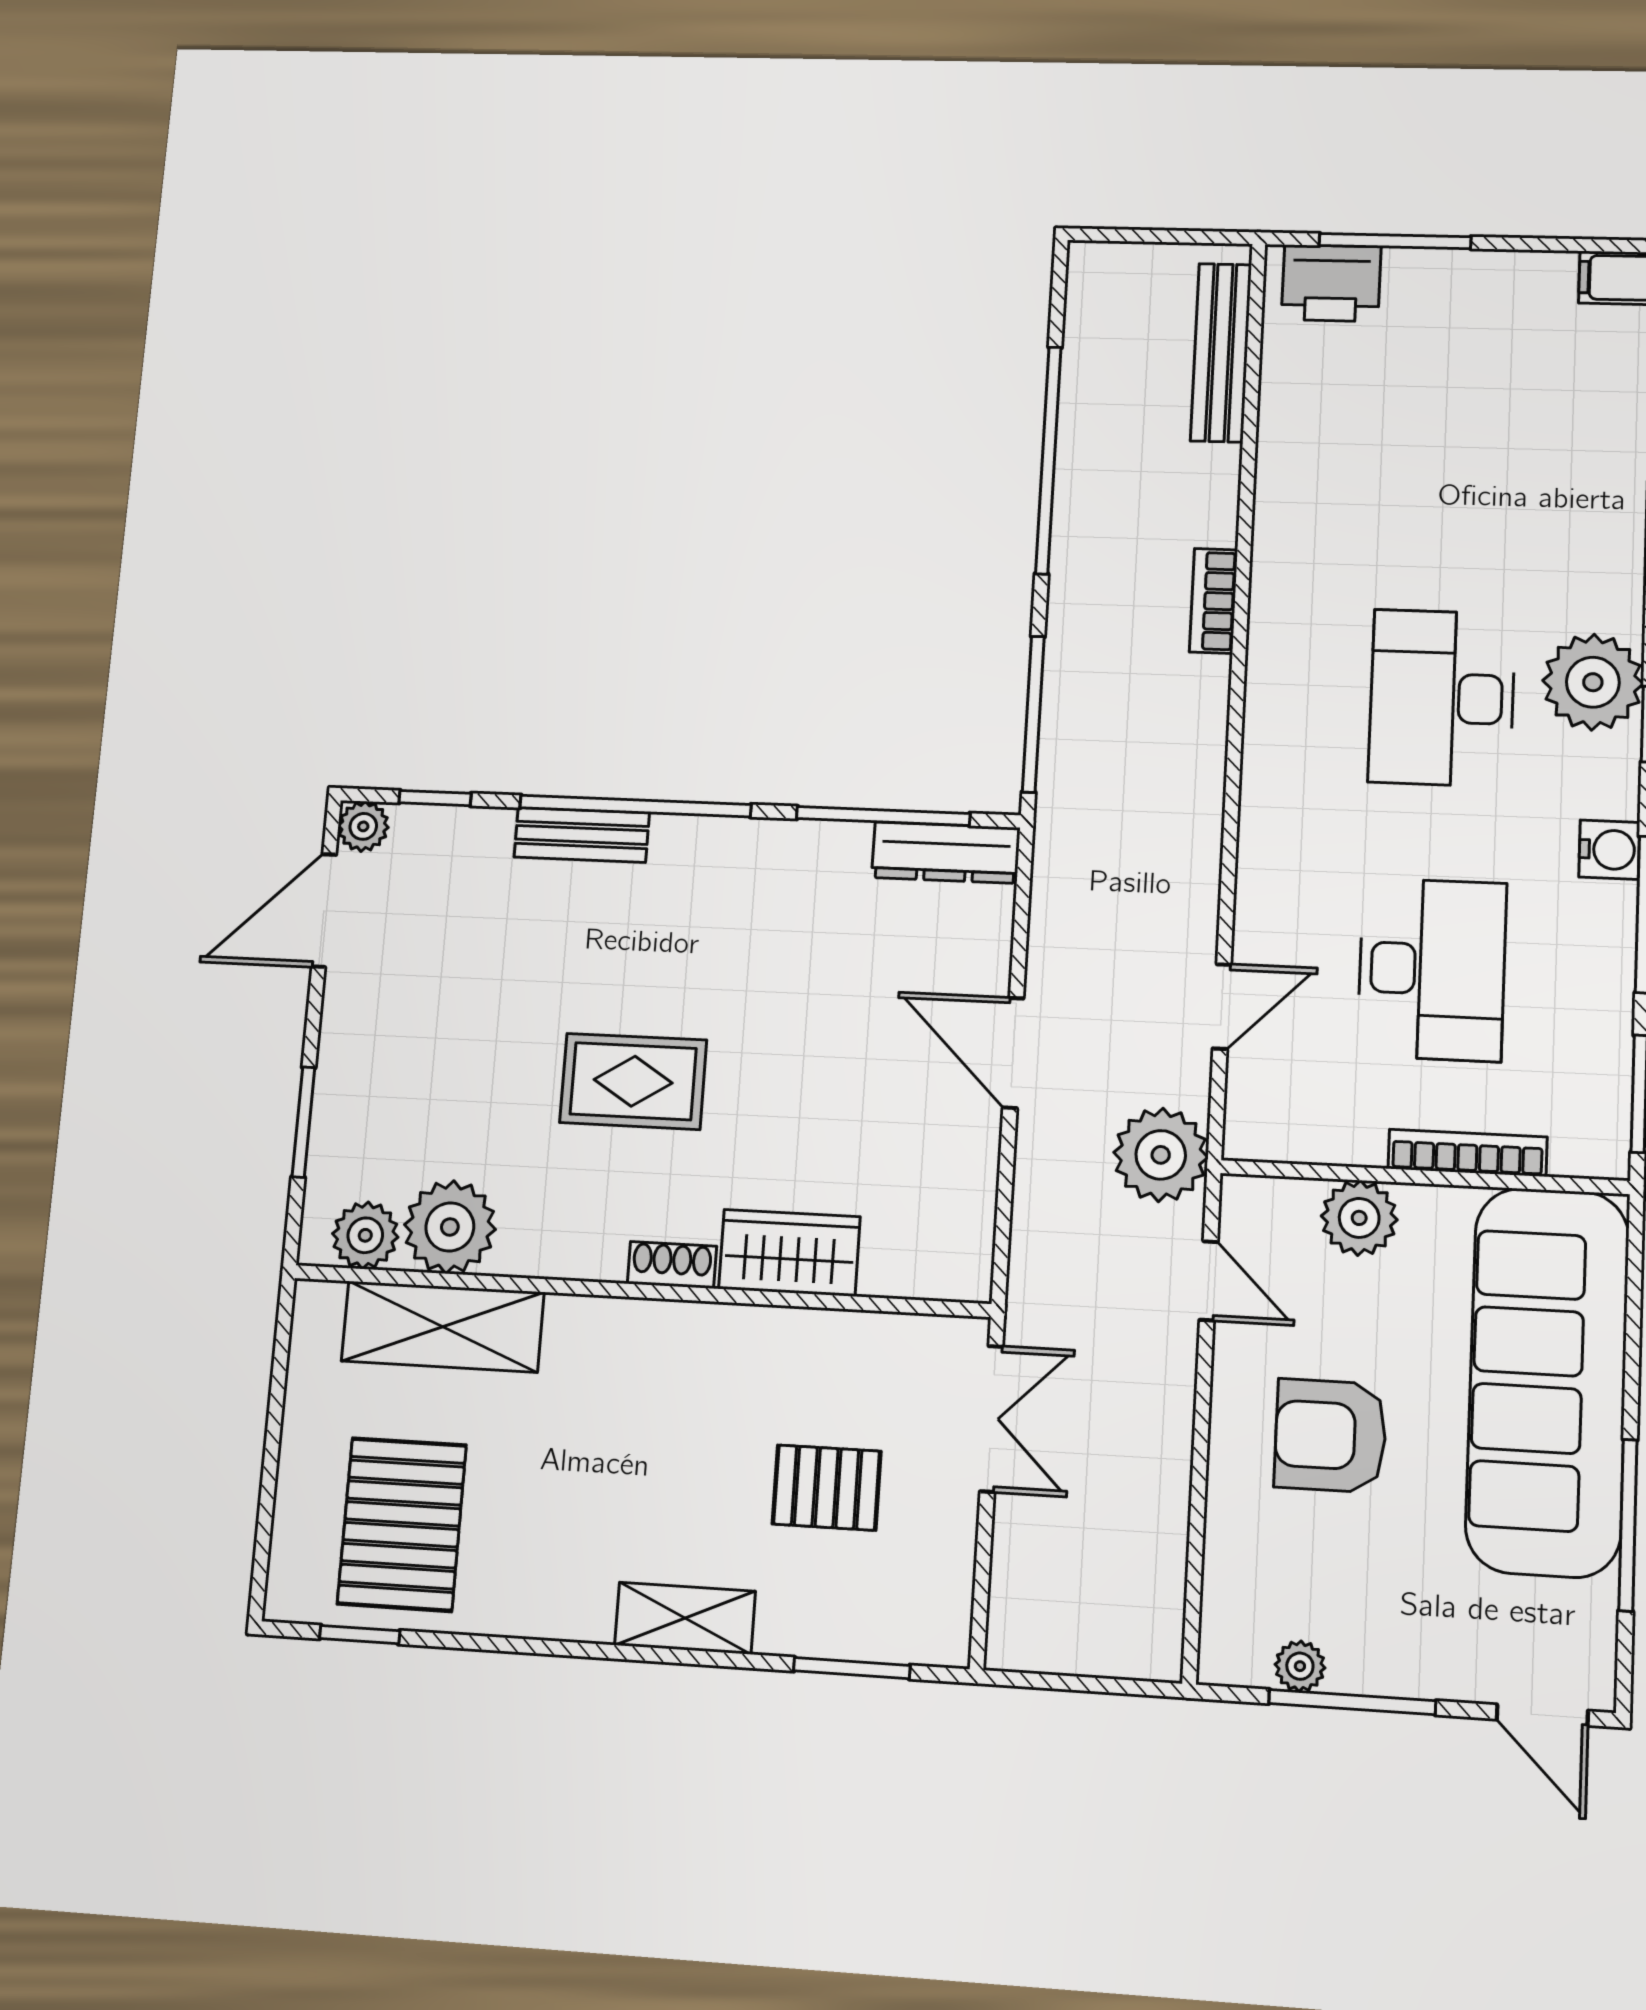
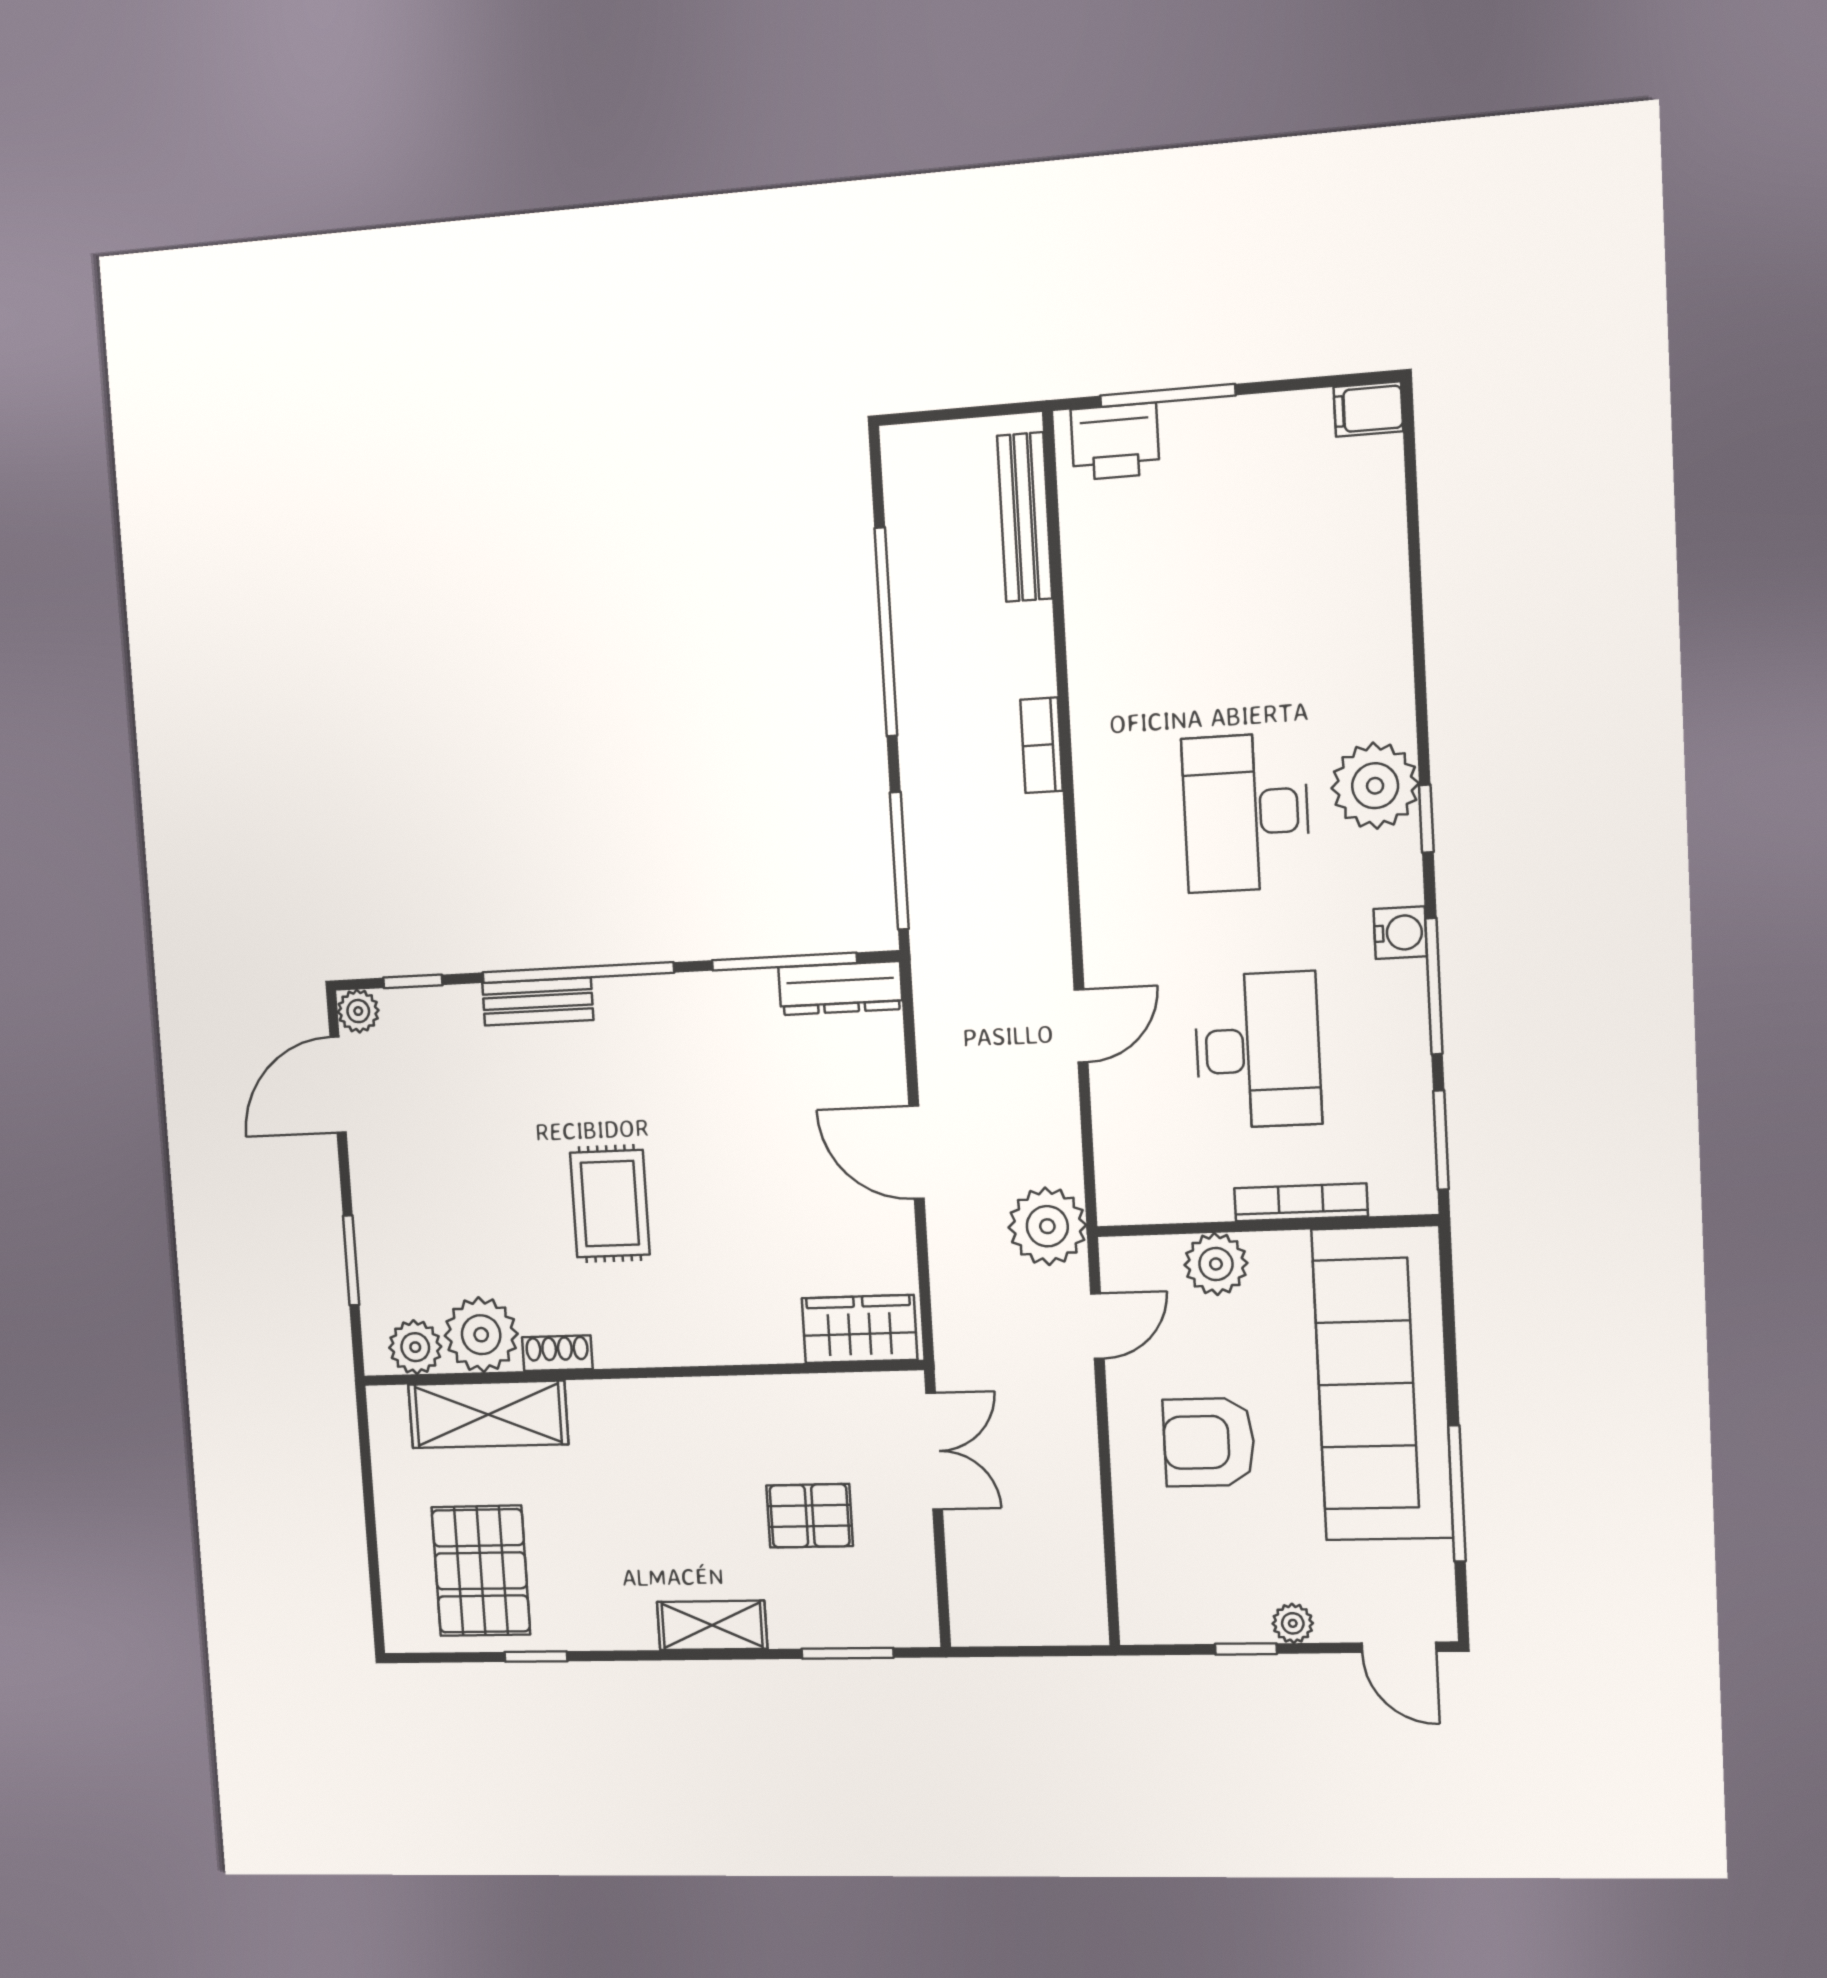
door: (1222, 1007) -> (1081, 1026), moved
rug: (633, 1081) -> (610, 1204), turned 90
wardrobe: (789, 1253) -> (860, 1329), moved
shoe rack: (672, 1265) -> (557, 1353), moved
door: (1209, 1281) -> (1097, 1326), hinge flipped
window: (360, 1635) -> (536, 1657), moved
plant: (1300, 1666) -> (1293, 1623), moved
window: (1352, 1702) -> (1246, 1649), width x0.46

